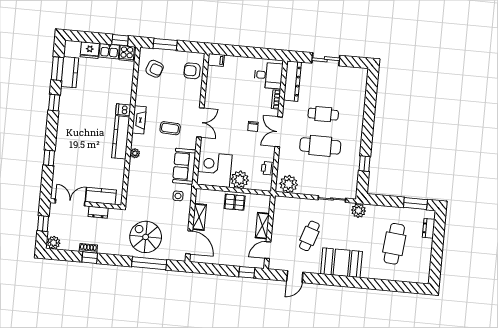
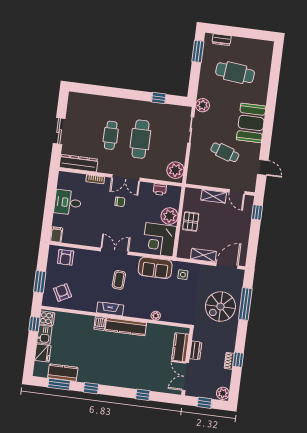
armchair: (155, 69) -> (62, 293), turned -48
desk: (268, 75) -> (68, 202), moved, turned -90
plant: (135, 153) -> (156, 316), moved

